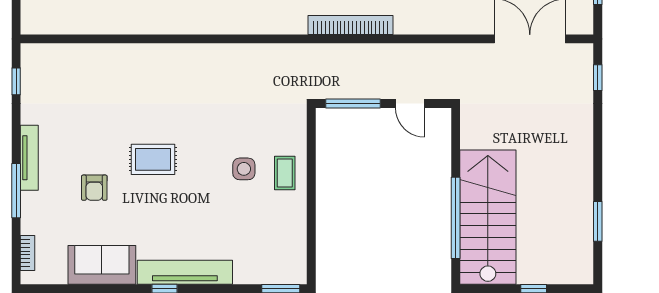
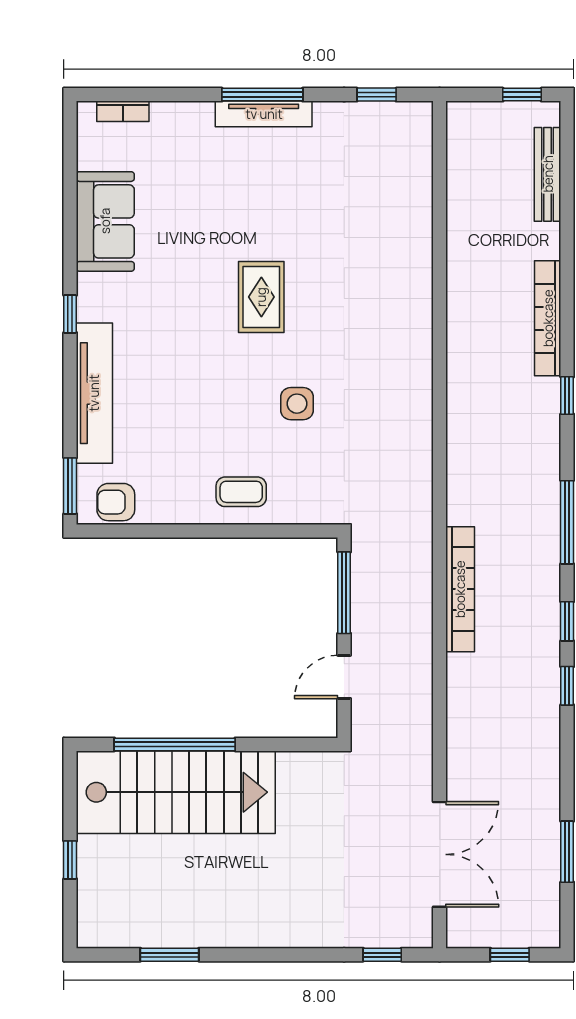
side table: (244, 169) -> (297, 404), moved
armchair: (94, 188) -> (116, 502), moved
window: (16, 191) -> (262, 95), moved
tv unit: (185, 272) -> (94, 393), moved

